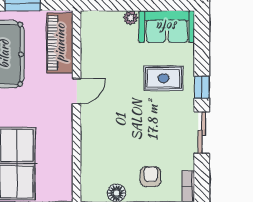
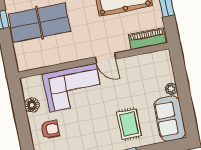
piano: (60, 43) -> (147, 39), width x0.73, depth x0.75
corner sofa: (105, 139) -> (73, 88), added

